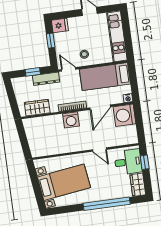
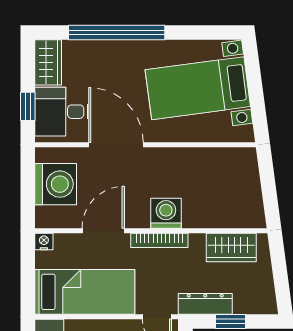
washing machine: (125, 115) -> (56, 184), moved
door: (100, 150) -> (116, 145), width x1.88

